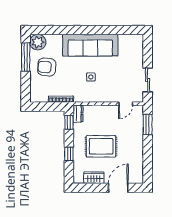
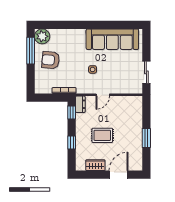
sofa: (90, 45) -> (112, 39), moved
door: (126, 104) -> (103, 95), moved
window: (148, 125) -> (146, 138), moved
rug: (101, 146) -> (102, 135), width x0.73, depth x0.70

